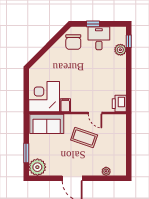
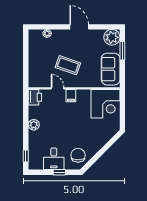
plant: (120, 50) -> (34, 125), moved
filing cabinet: (65, 105) -> (71, 96), moved
sofa: (47, 124) -> (111, 69), moved, turned -90

